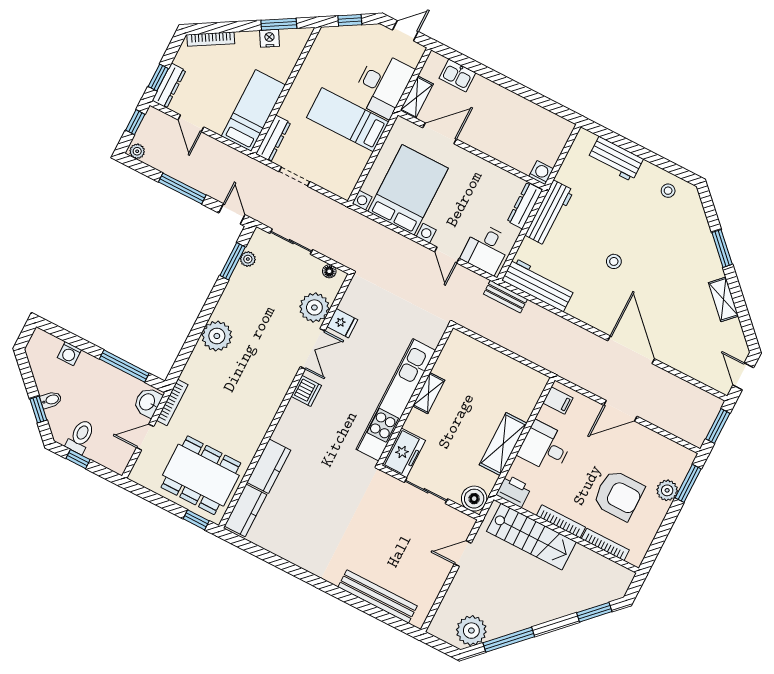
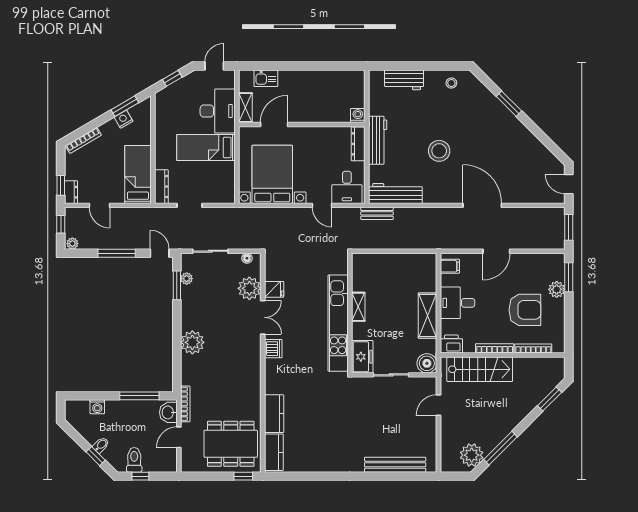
dresser: (169, 86) -> (71, 192), width x0.70
stool: (614, 261) -> (439, 151), width x1.89, depth x1.89
shelving: (723, 299) -> (528, 138), removed

